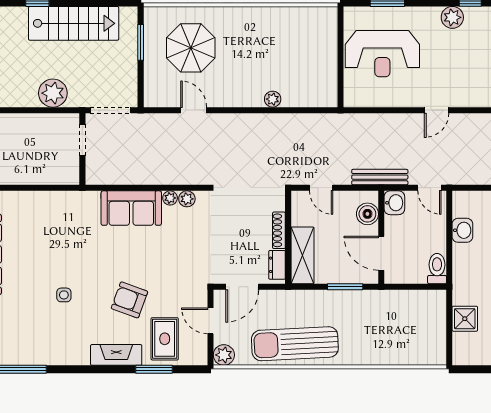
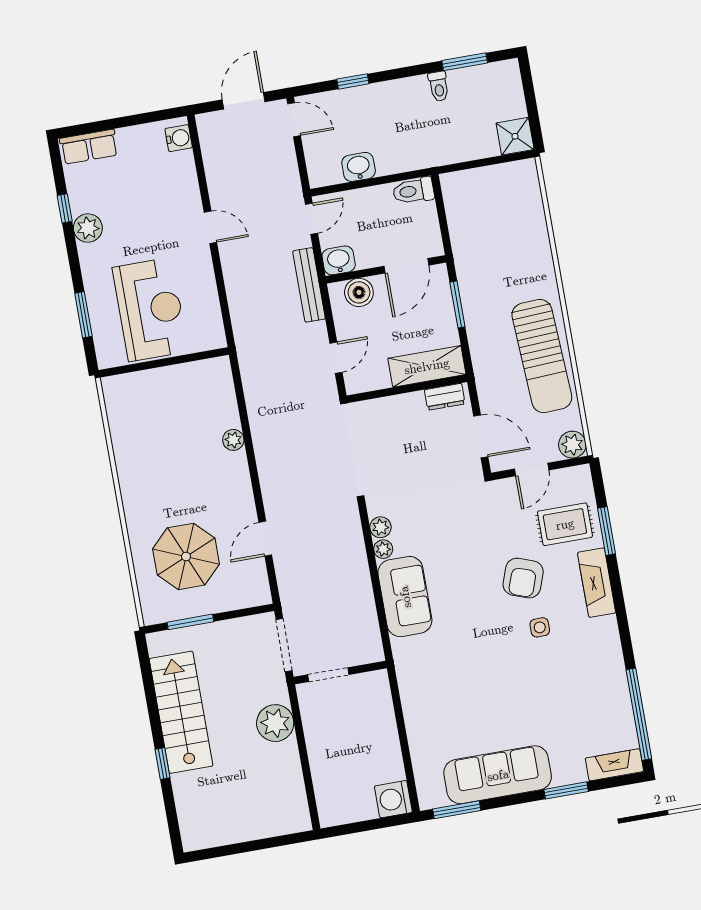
shoe rack: (279, 230) -> (400, 402), removed
side table: (64, 295) -> (540, 627), moved
shower: (465, 319) -> (515, 136), moved

